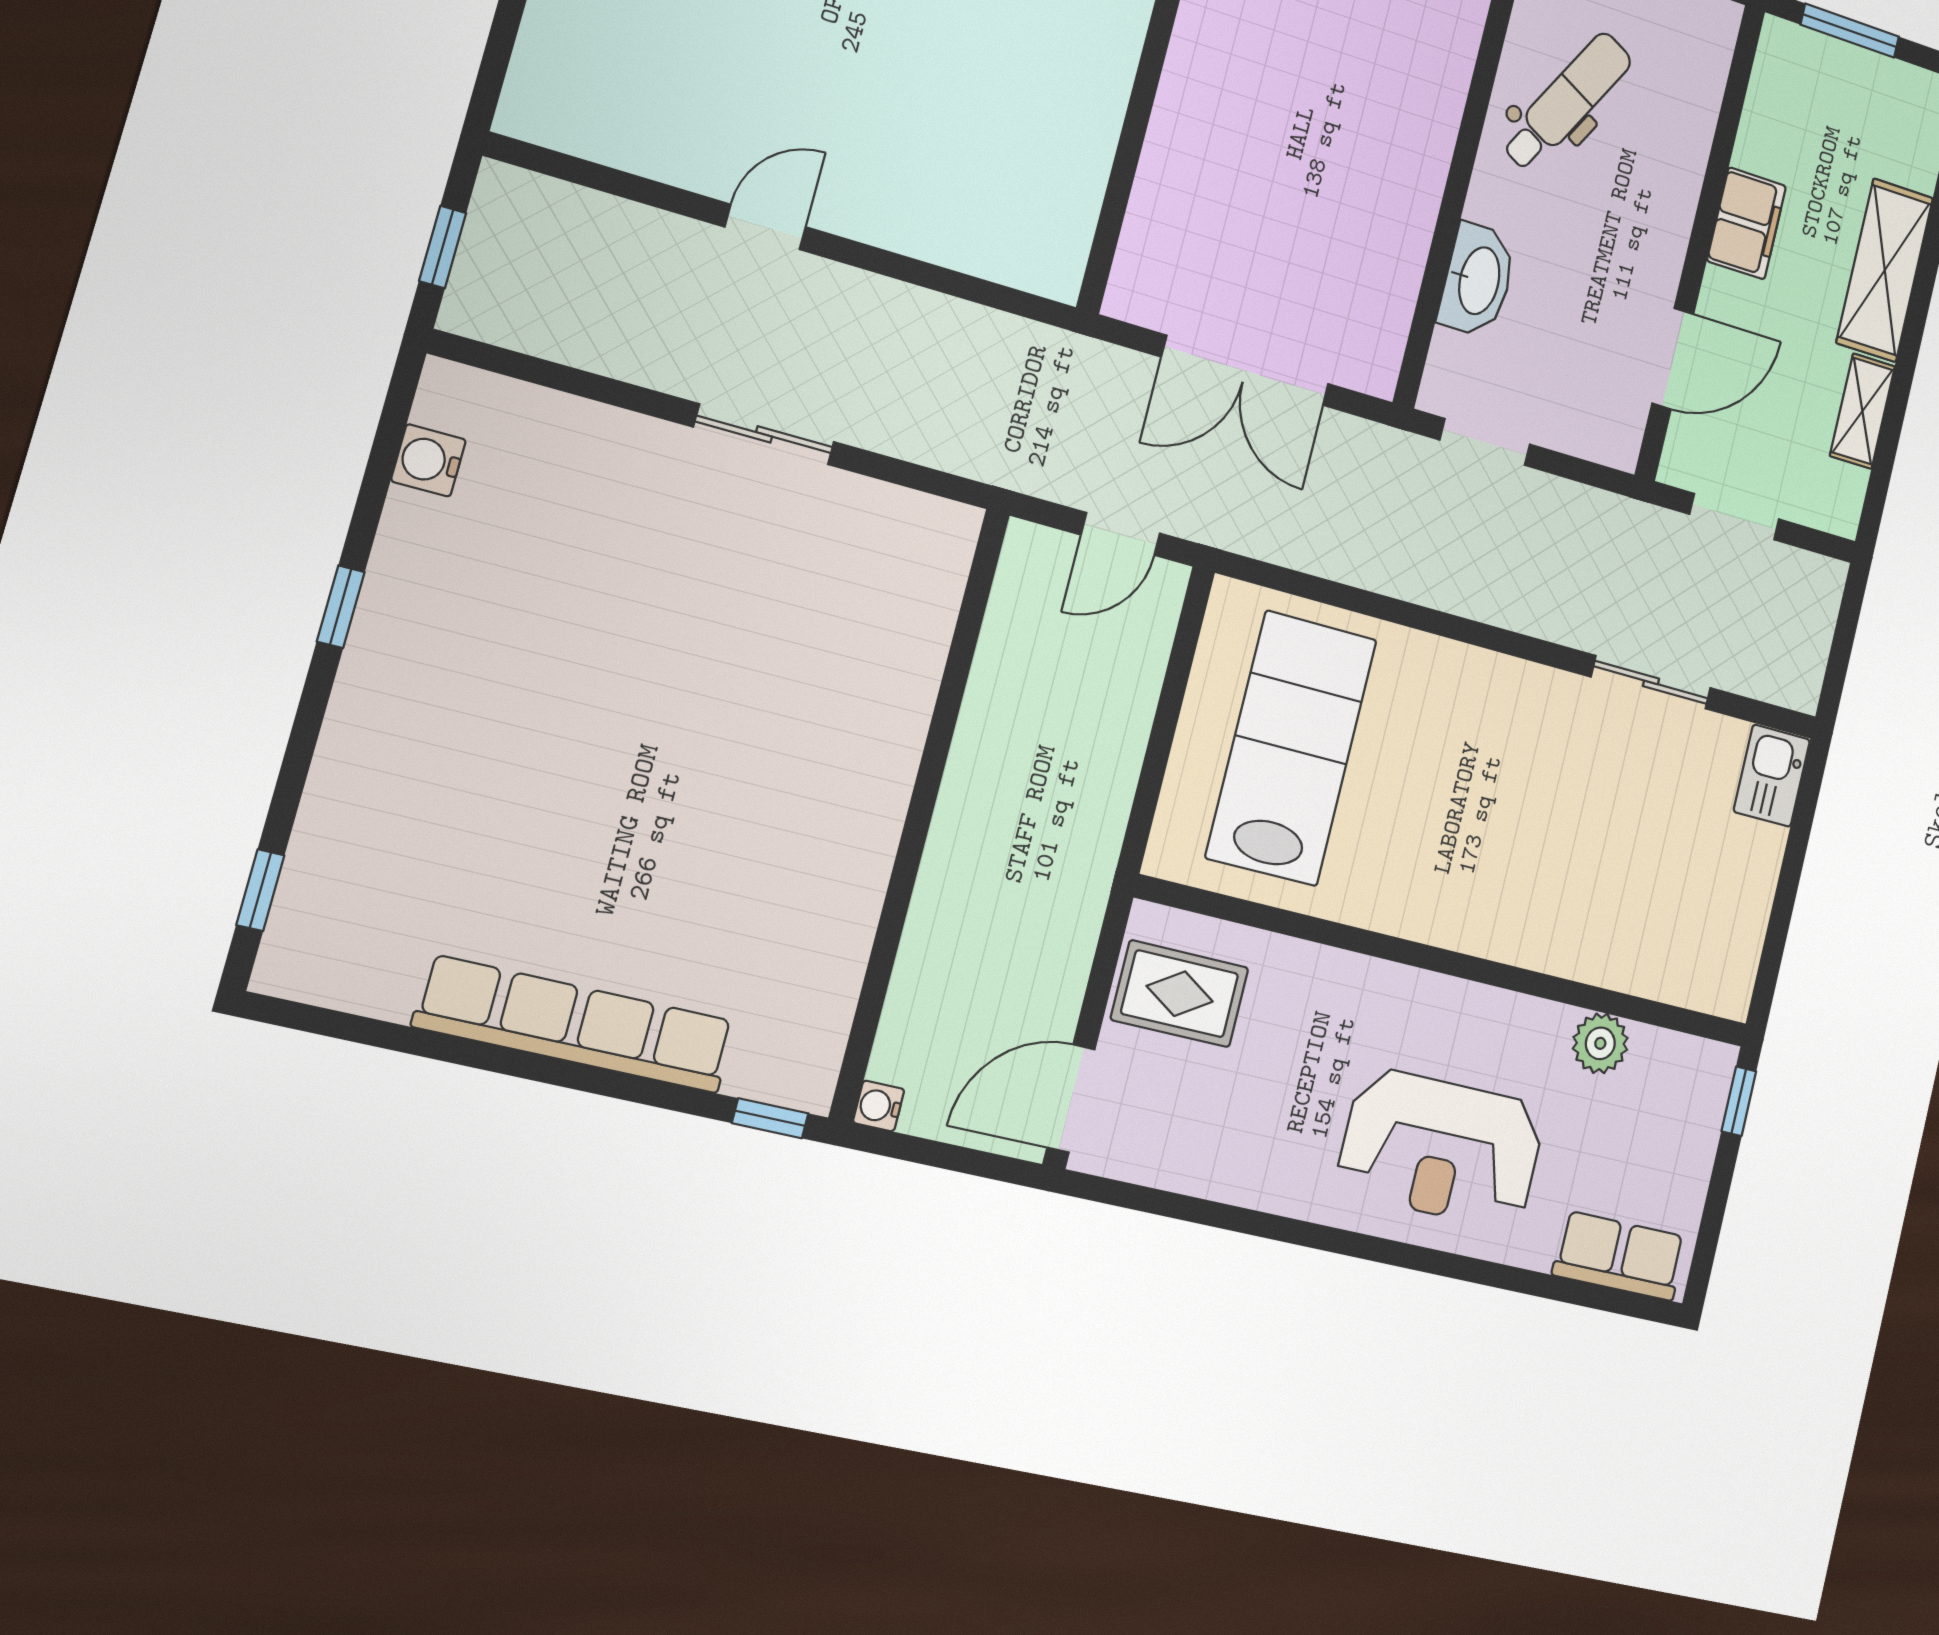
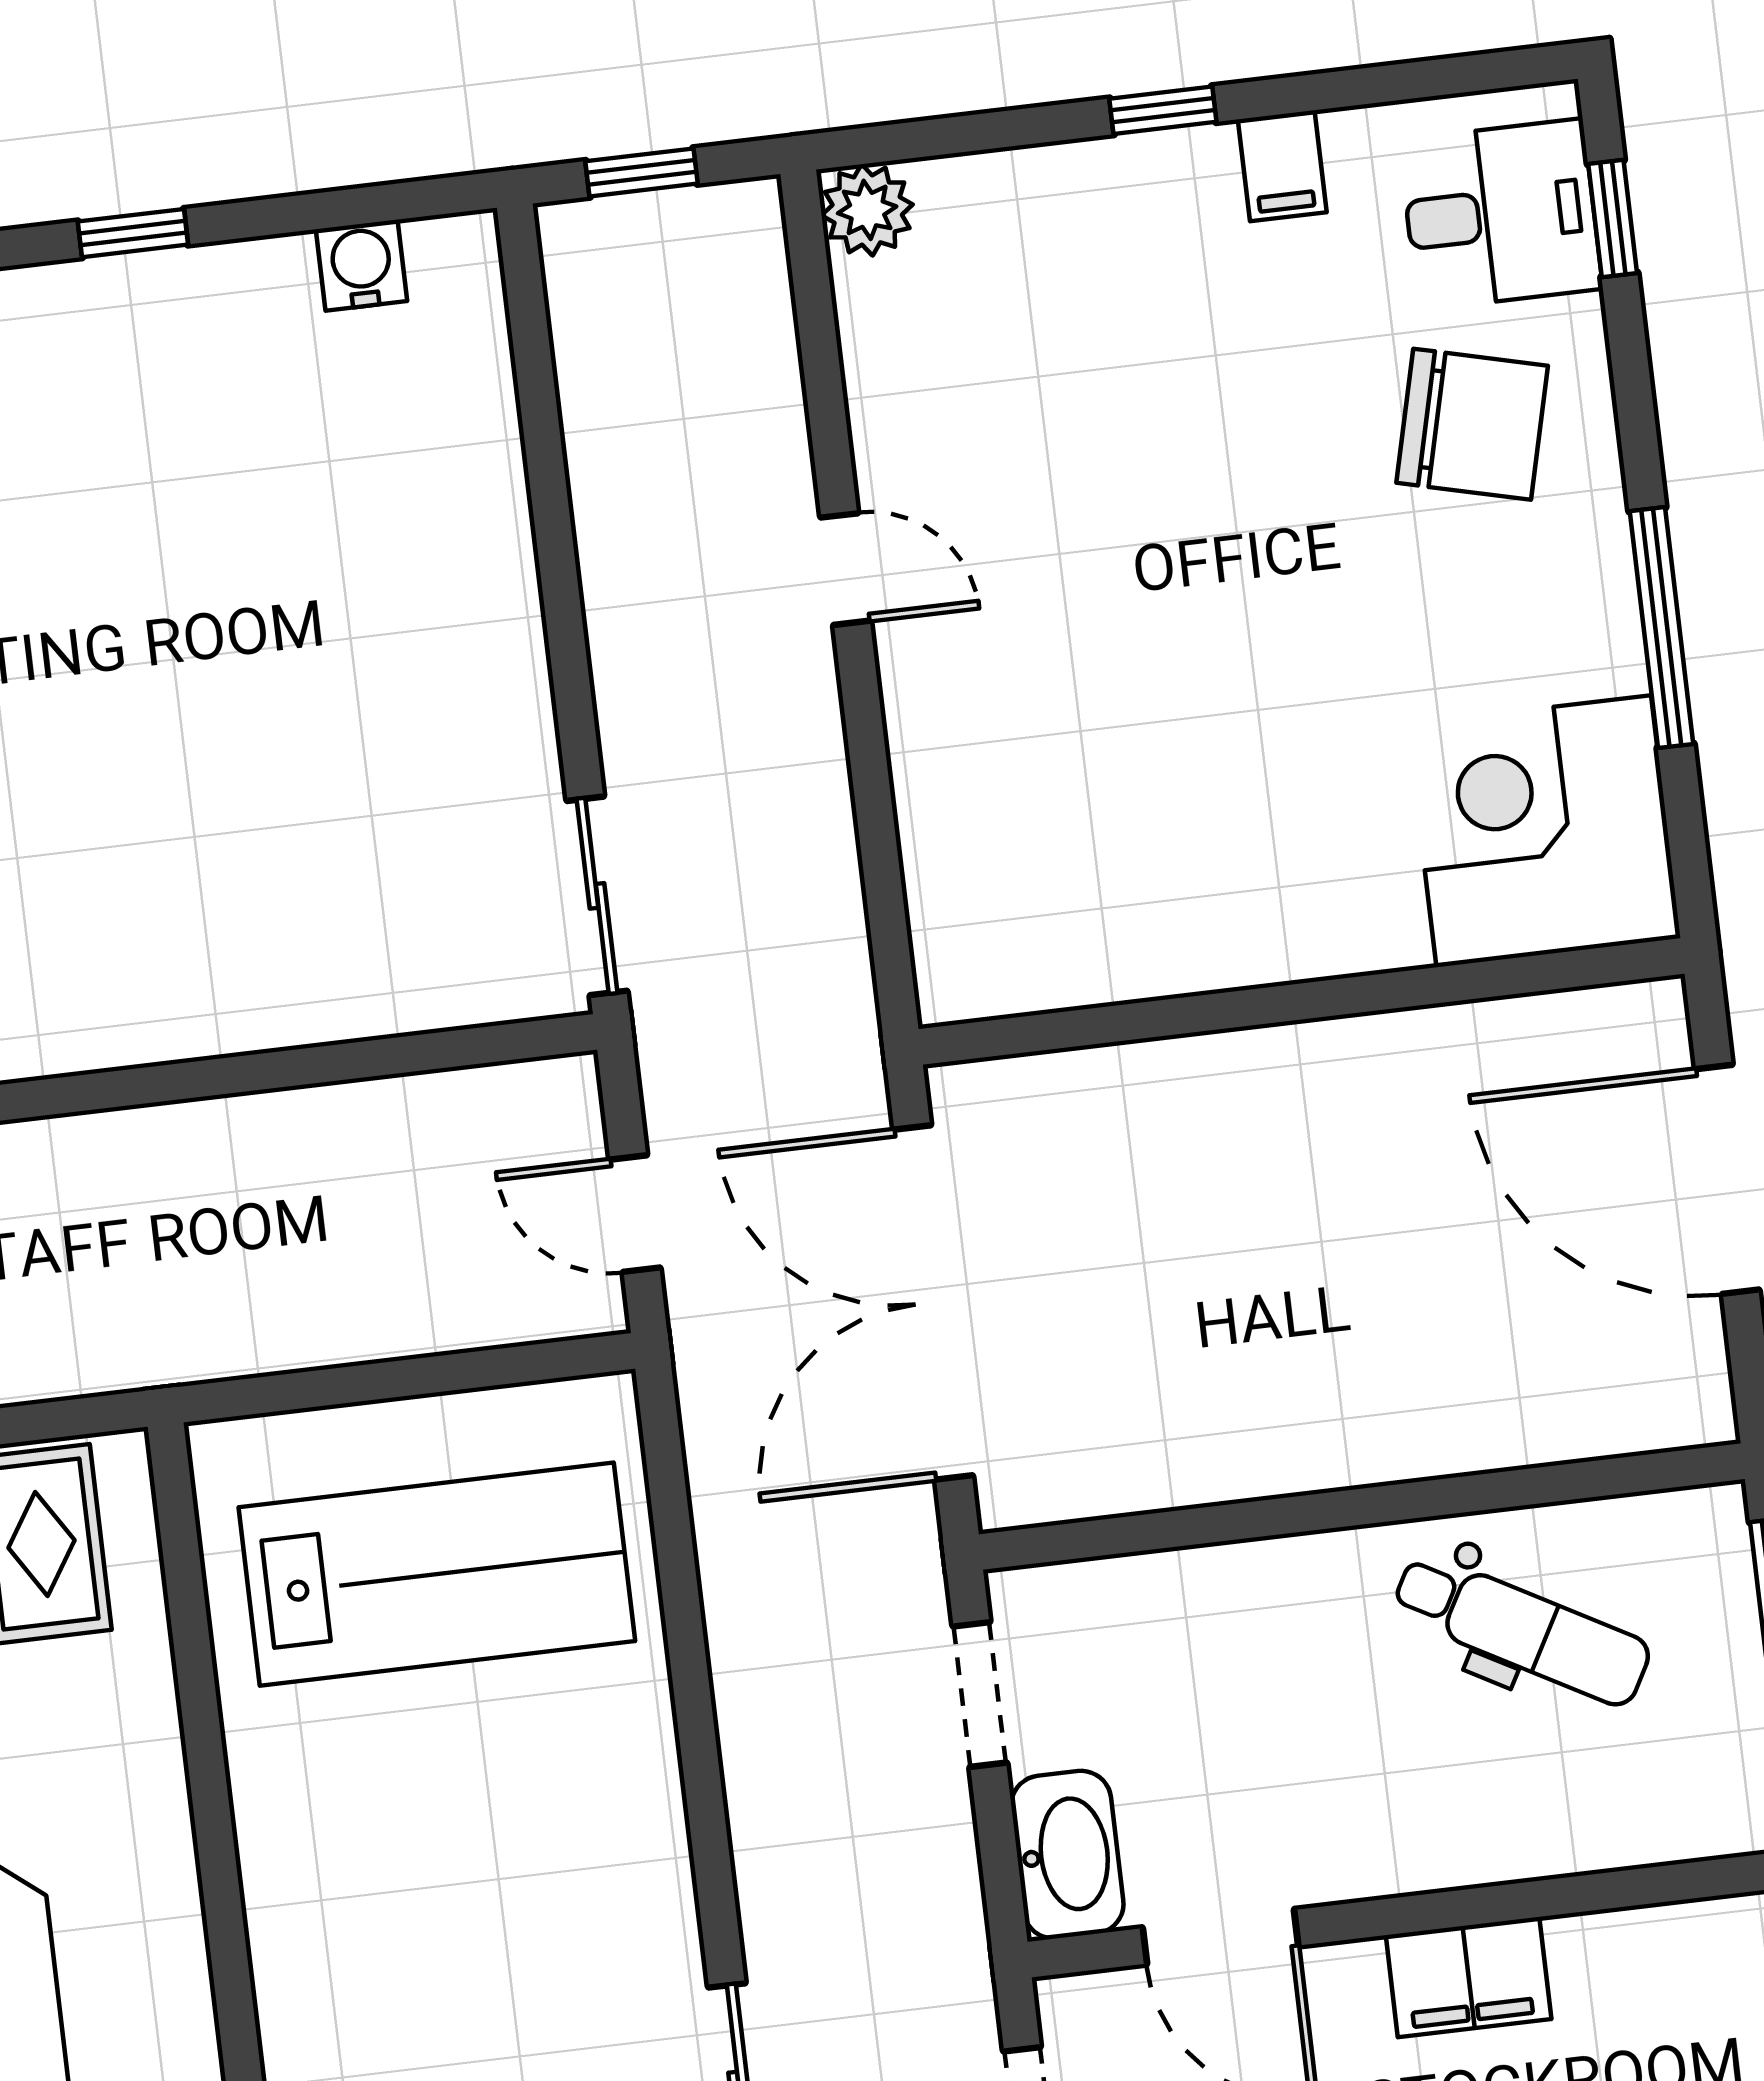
plant: (531, 110) -> (867, 210), added
washbasin: (1478, 280) -> (1067, 1855), moved, turned -90
double door: (1245, 370) -> (933, 1302), width x1.36
sliding door: (764, 434) -> (597, 896), moved

